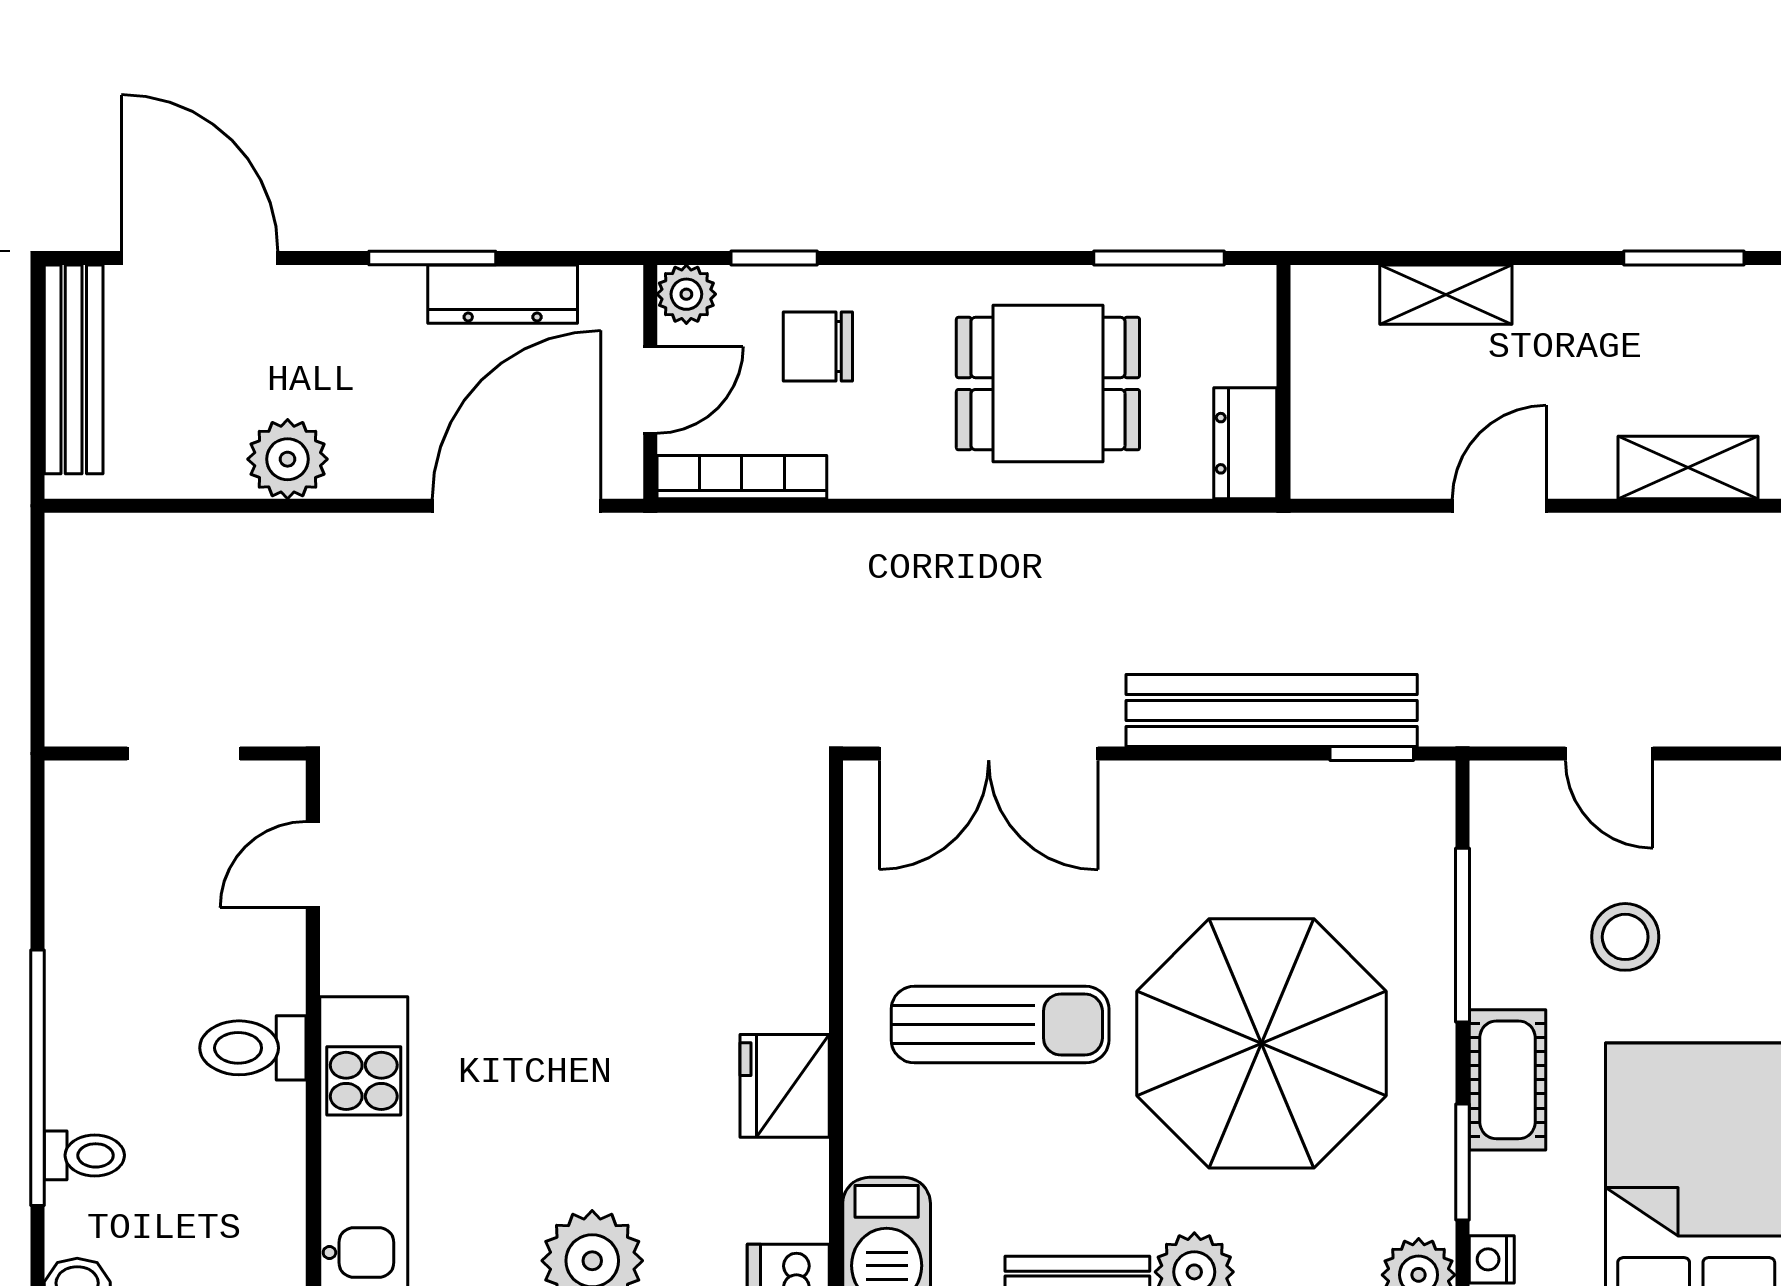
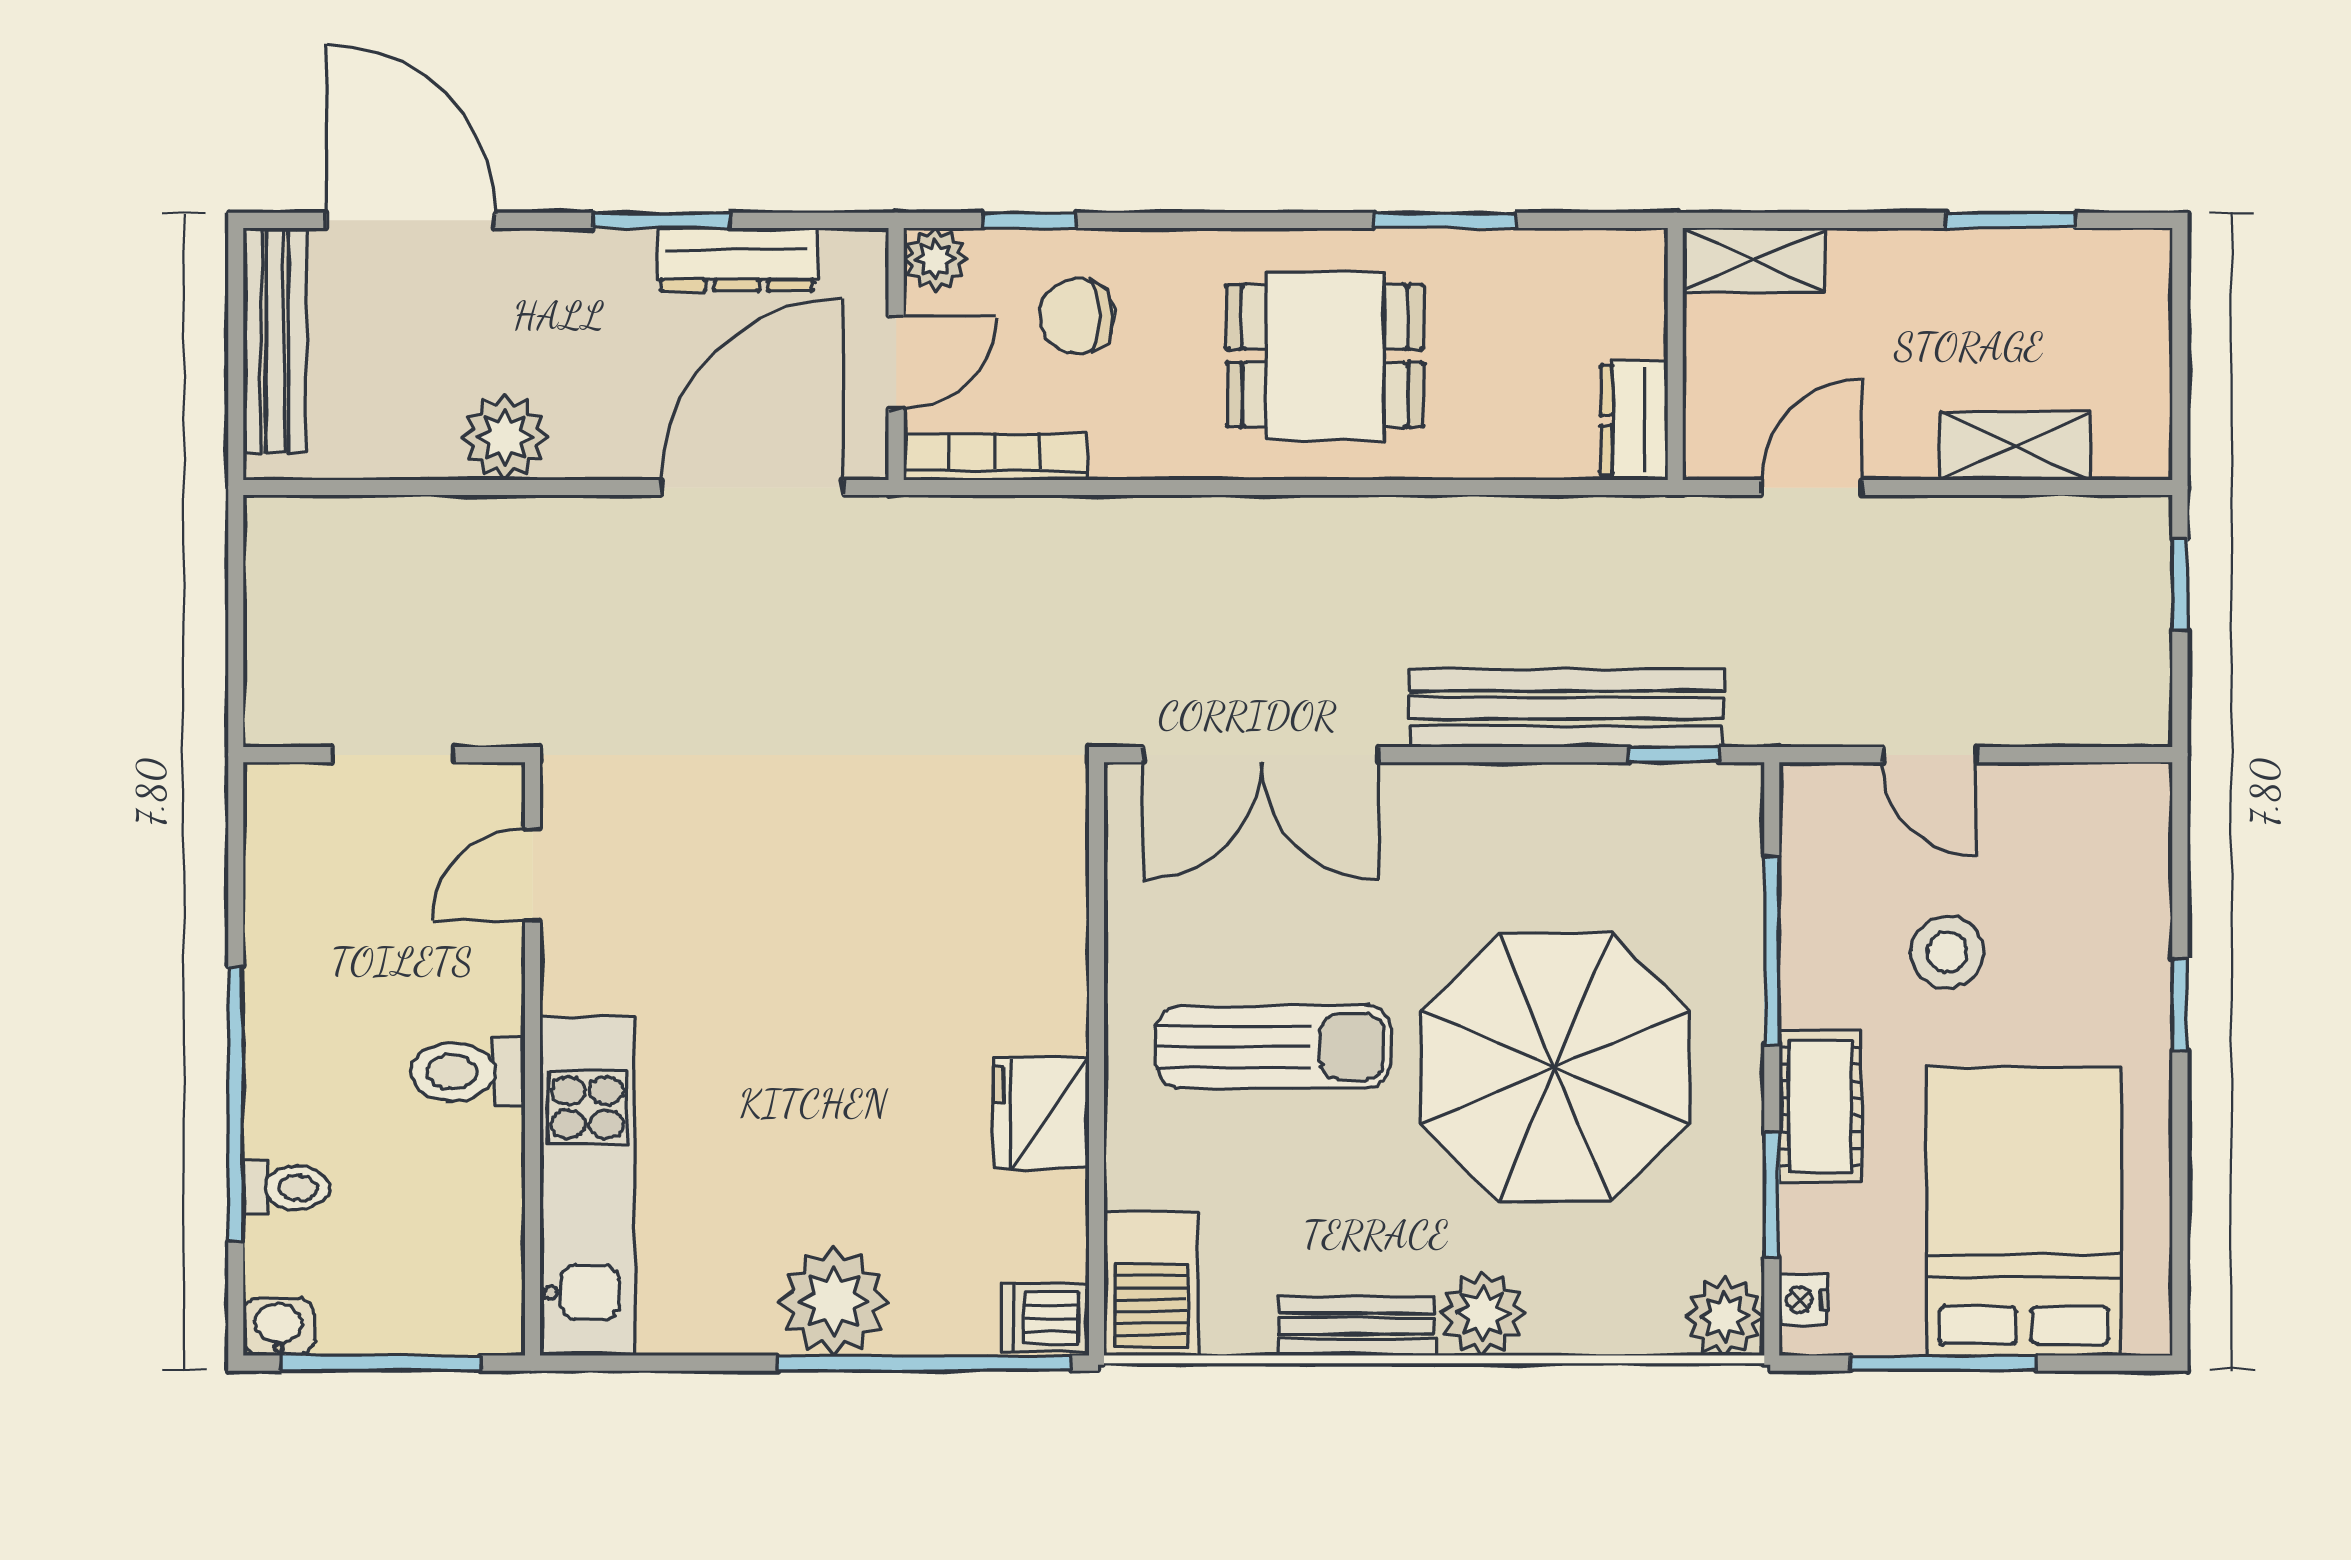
wall: (1283, 382) -> (1675, 354), moved
dresser: (1245, 443) -> (1634, 420), moved

